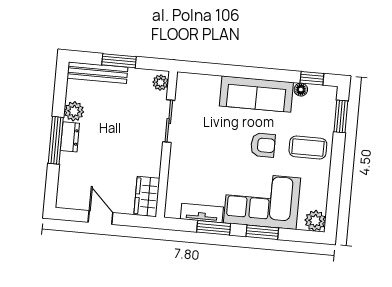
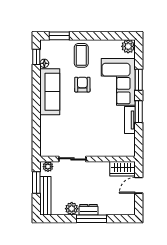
plant: (161, 83) -> (48, 167), moved
sliding door: (169, 121) -> (72, 159), moved
wall: (167, 144) -> (87, 159), moved
wardrobe: (147, 197) -> (122, 169), moved

